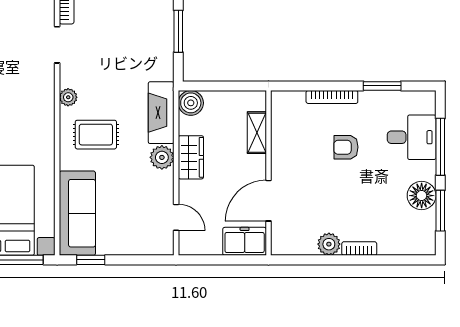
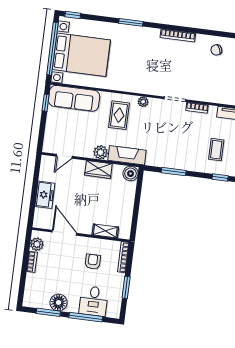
shelving: (257, 133) -> (105, 231), moved
wall: (269, 173) -> (81, 235), moved
door: (269, 201) -> (64, 233), moved

